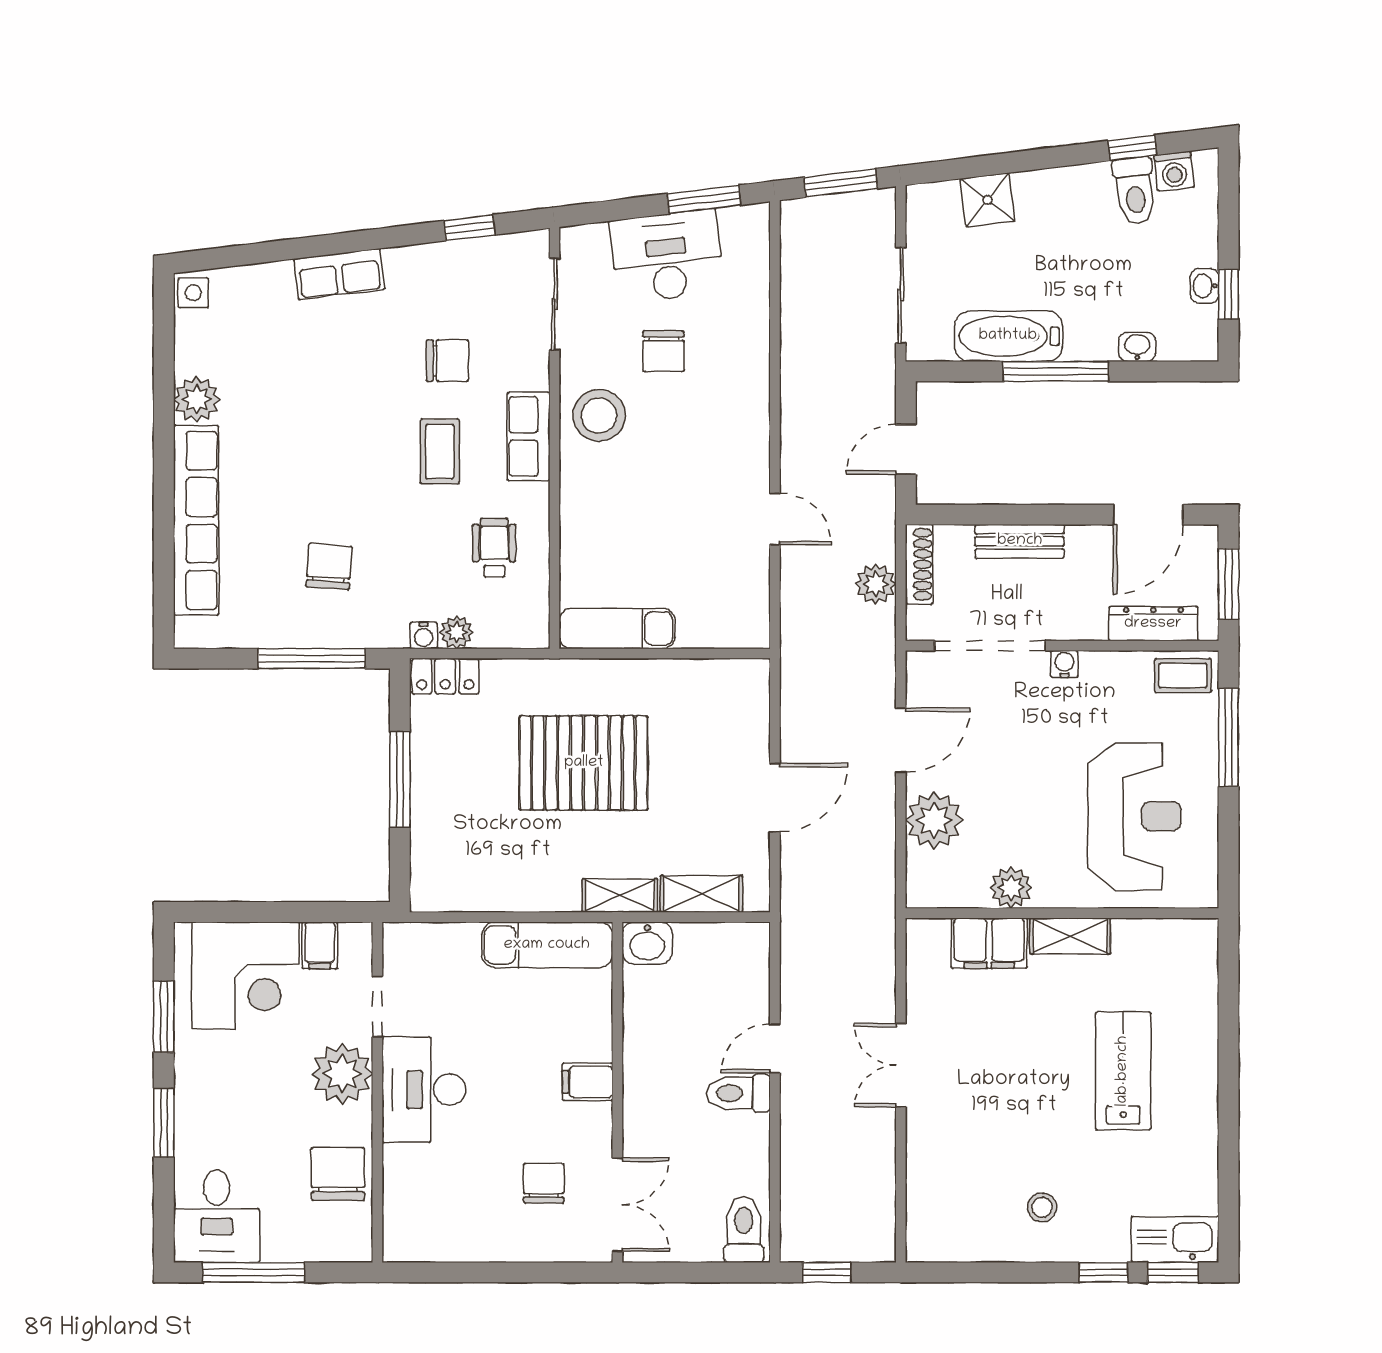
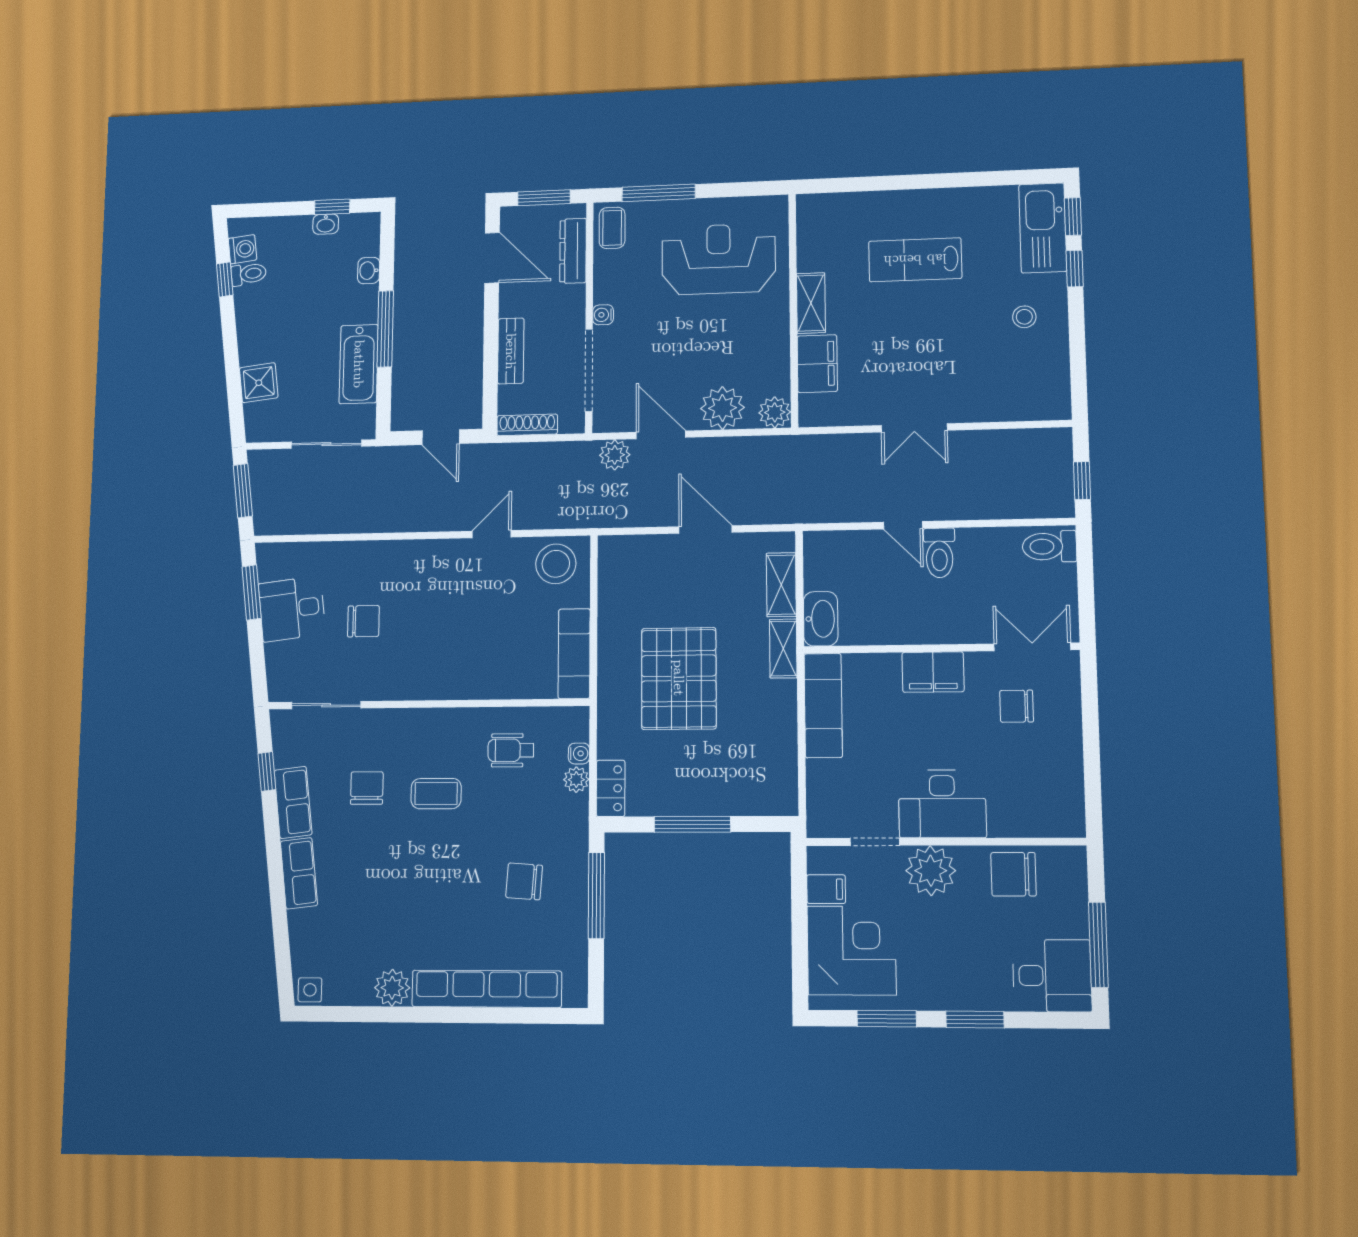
toilet: (1135, 191) -> (249, 274), width x0.73, depth x0.72
desk: (667, 256) -> (292, 609), width x0.73
stool: (599, 415) -> (556, 564), moved
row of seats: (529, 436) -> (293, 802), moved, turned -97
plant: (876, 584) -> (615, 455), moved
water cooler: (424, 635) -> (579, 754), moved
plant: (1011, 888) -> (775, 412), moved
washbasin: (647, 943) -> (821, 619), width x1.38
filing cabinet: (588, 1082) -> (933, 672), width x2.00
kitchen sink: (1175, 1240) -> (1043, 228), width x1.36, depth x1.24

